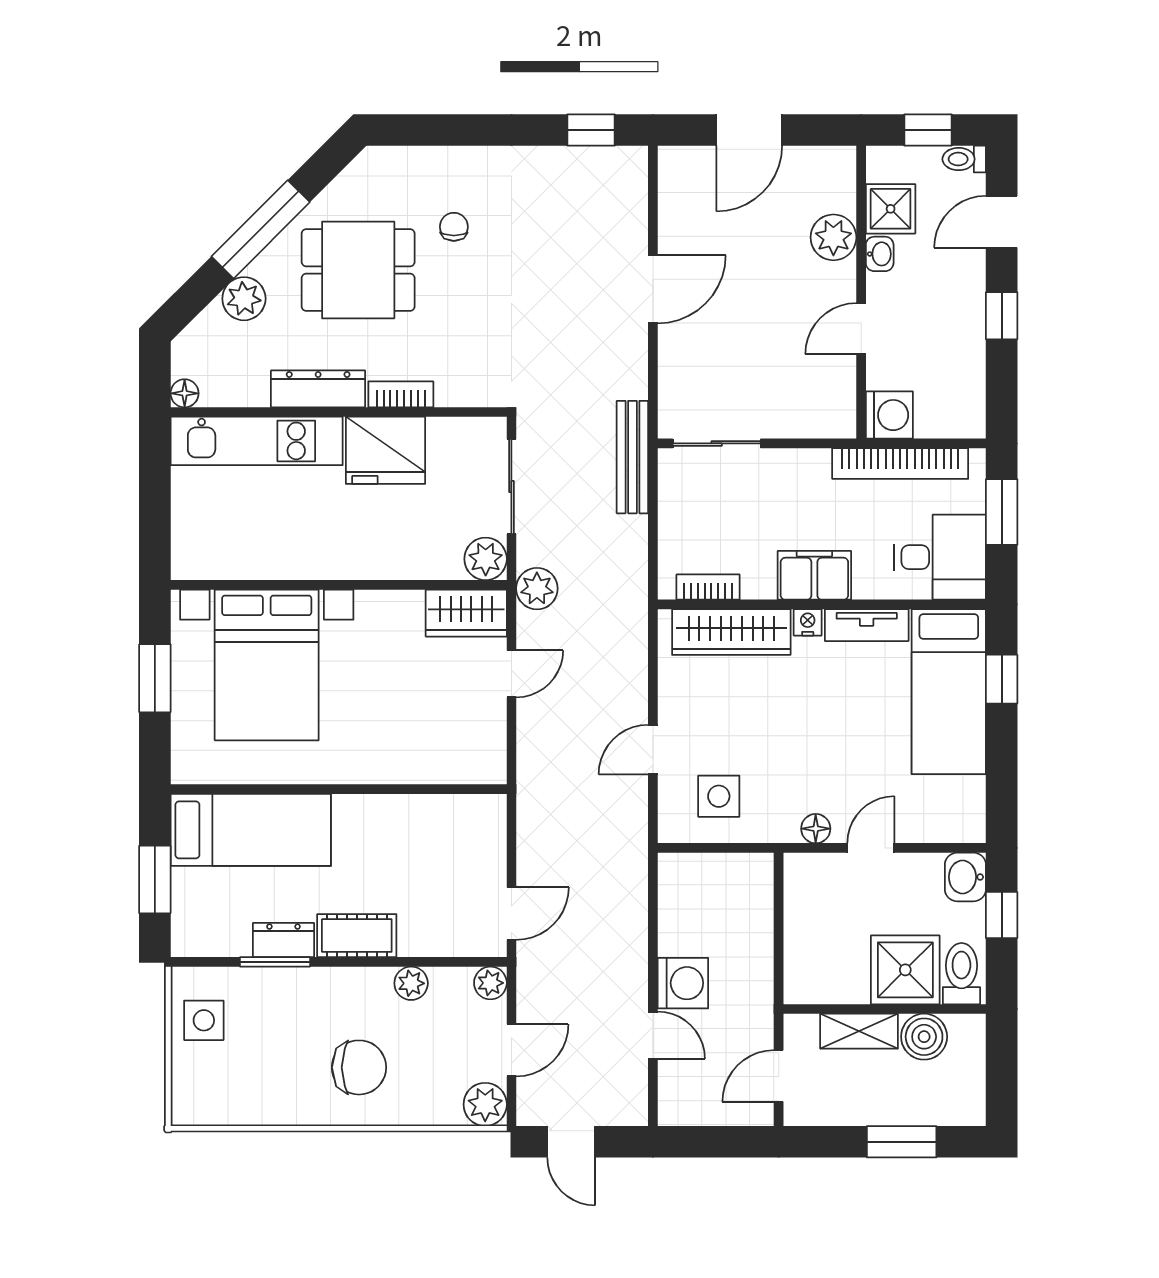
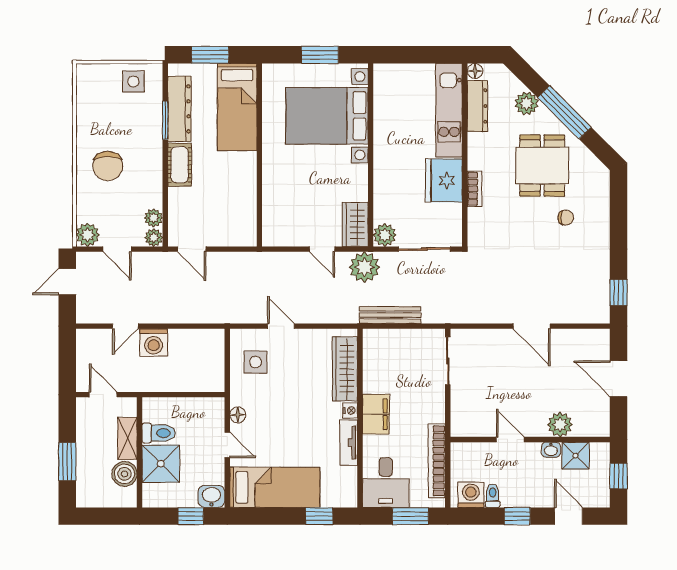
toilet: (964, 159) -> (493, 496), moved
dresser: (318, 389) -> (477, 106), moved
washing machine: (889, 415) -> (471, 495), moved, turned 180
bench: (632, 457) -> (390, 315), moved
bookcase: (708, 587) -> (369, 356), removed
plant: (537, 589) -> (364, 267), width x1.36, depth x1.36
bed: (949, 692) -> (275, 487), moved, turned 180
dresser: (283, 940) -> (179, 109), width x1.96, depth x1.24
toilet: (961, 974) -> (159, 433), moved
plant: (411, 983) -> (154, 218), moved

